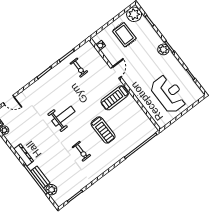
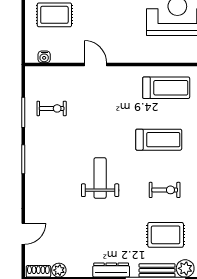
treadmill: (115, 98) -> (166, 88), moved, turned -90
rug: (60, 168) -> (166, 235), added

